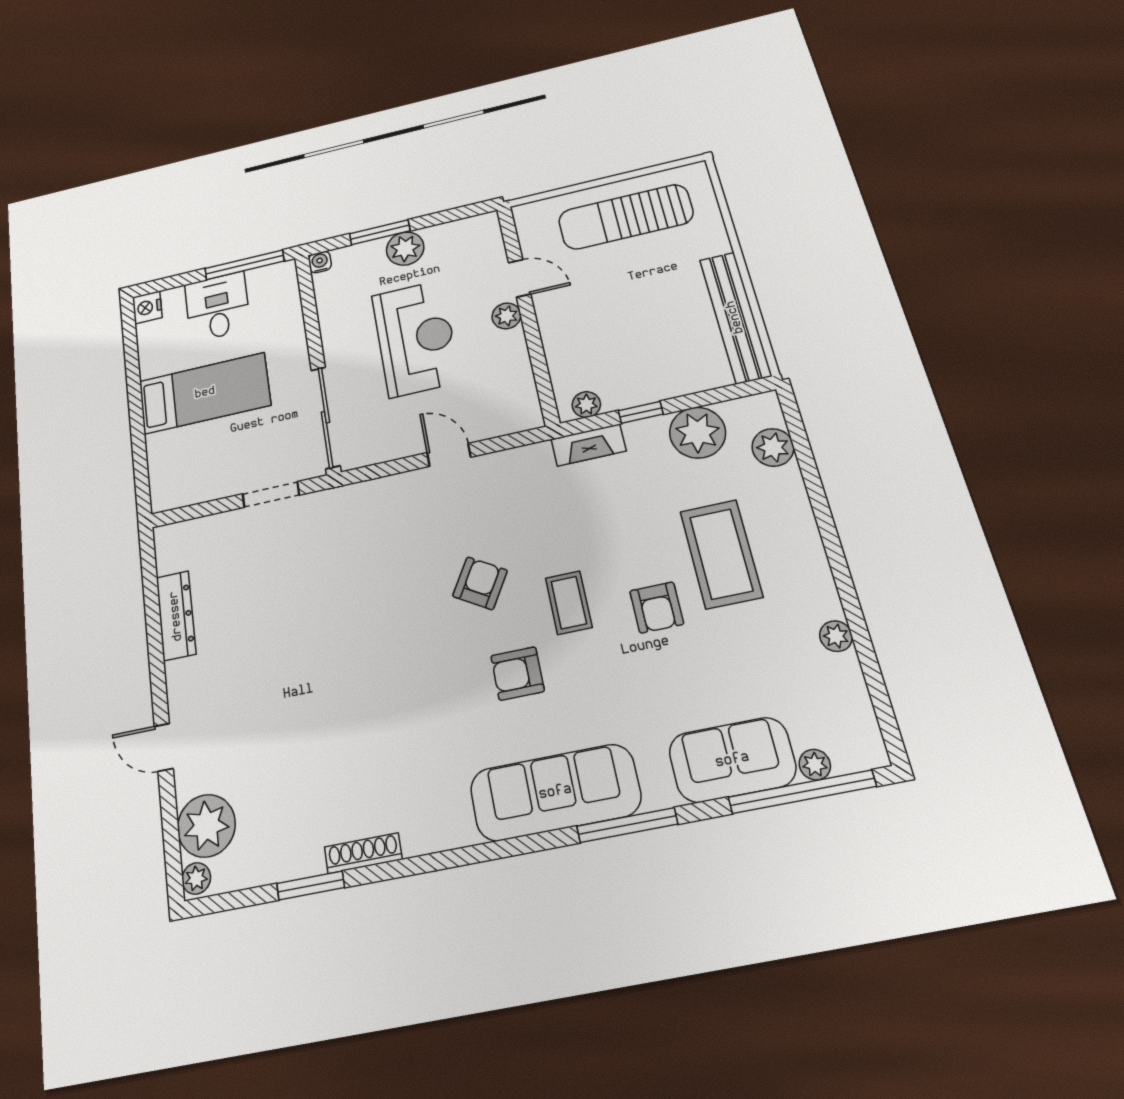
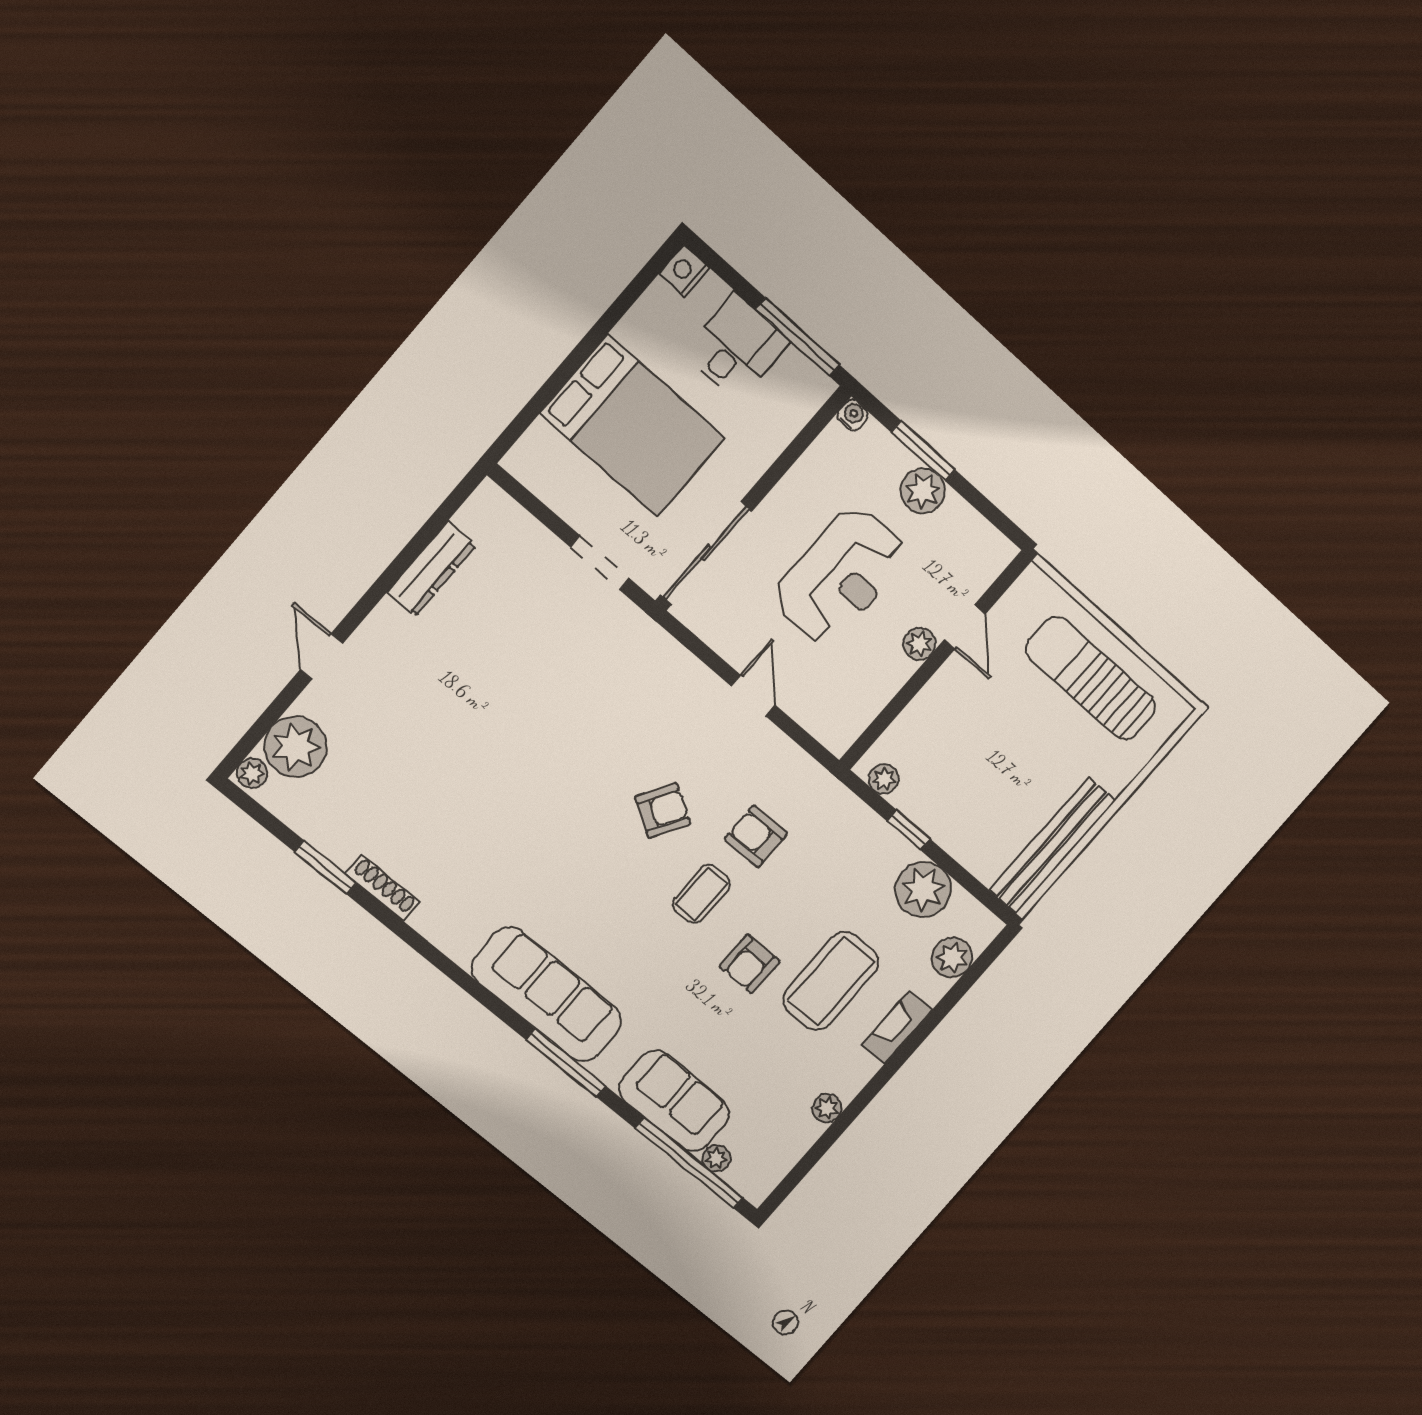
bed: (205, 393) -> (633, 426), width x1.50
fireplace: (589, 445) -> (897, 1027), moved, turned 90
armchair: (517, 674) -> (756, 836), moved

